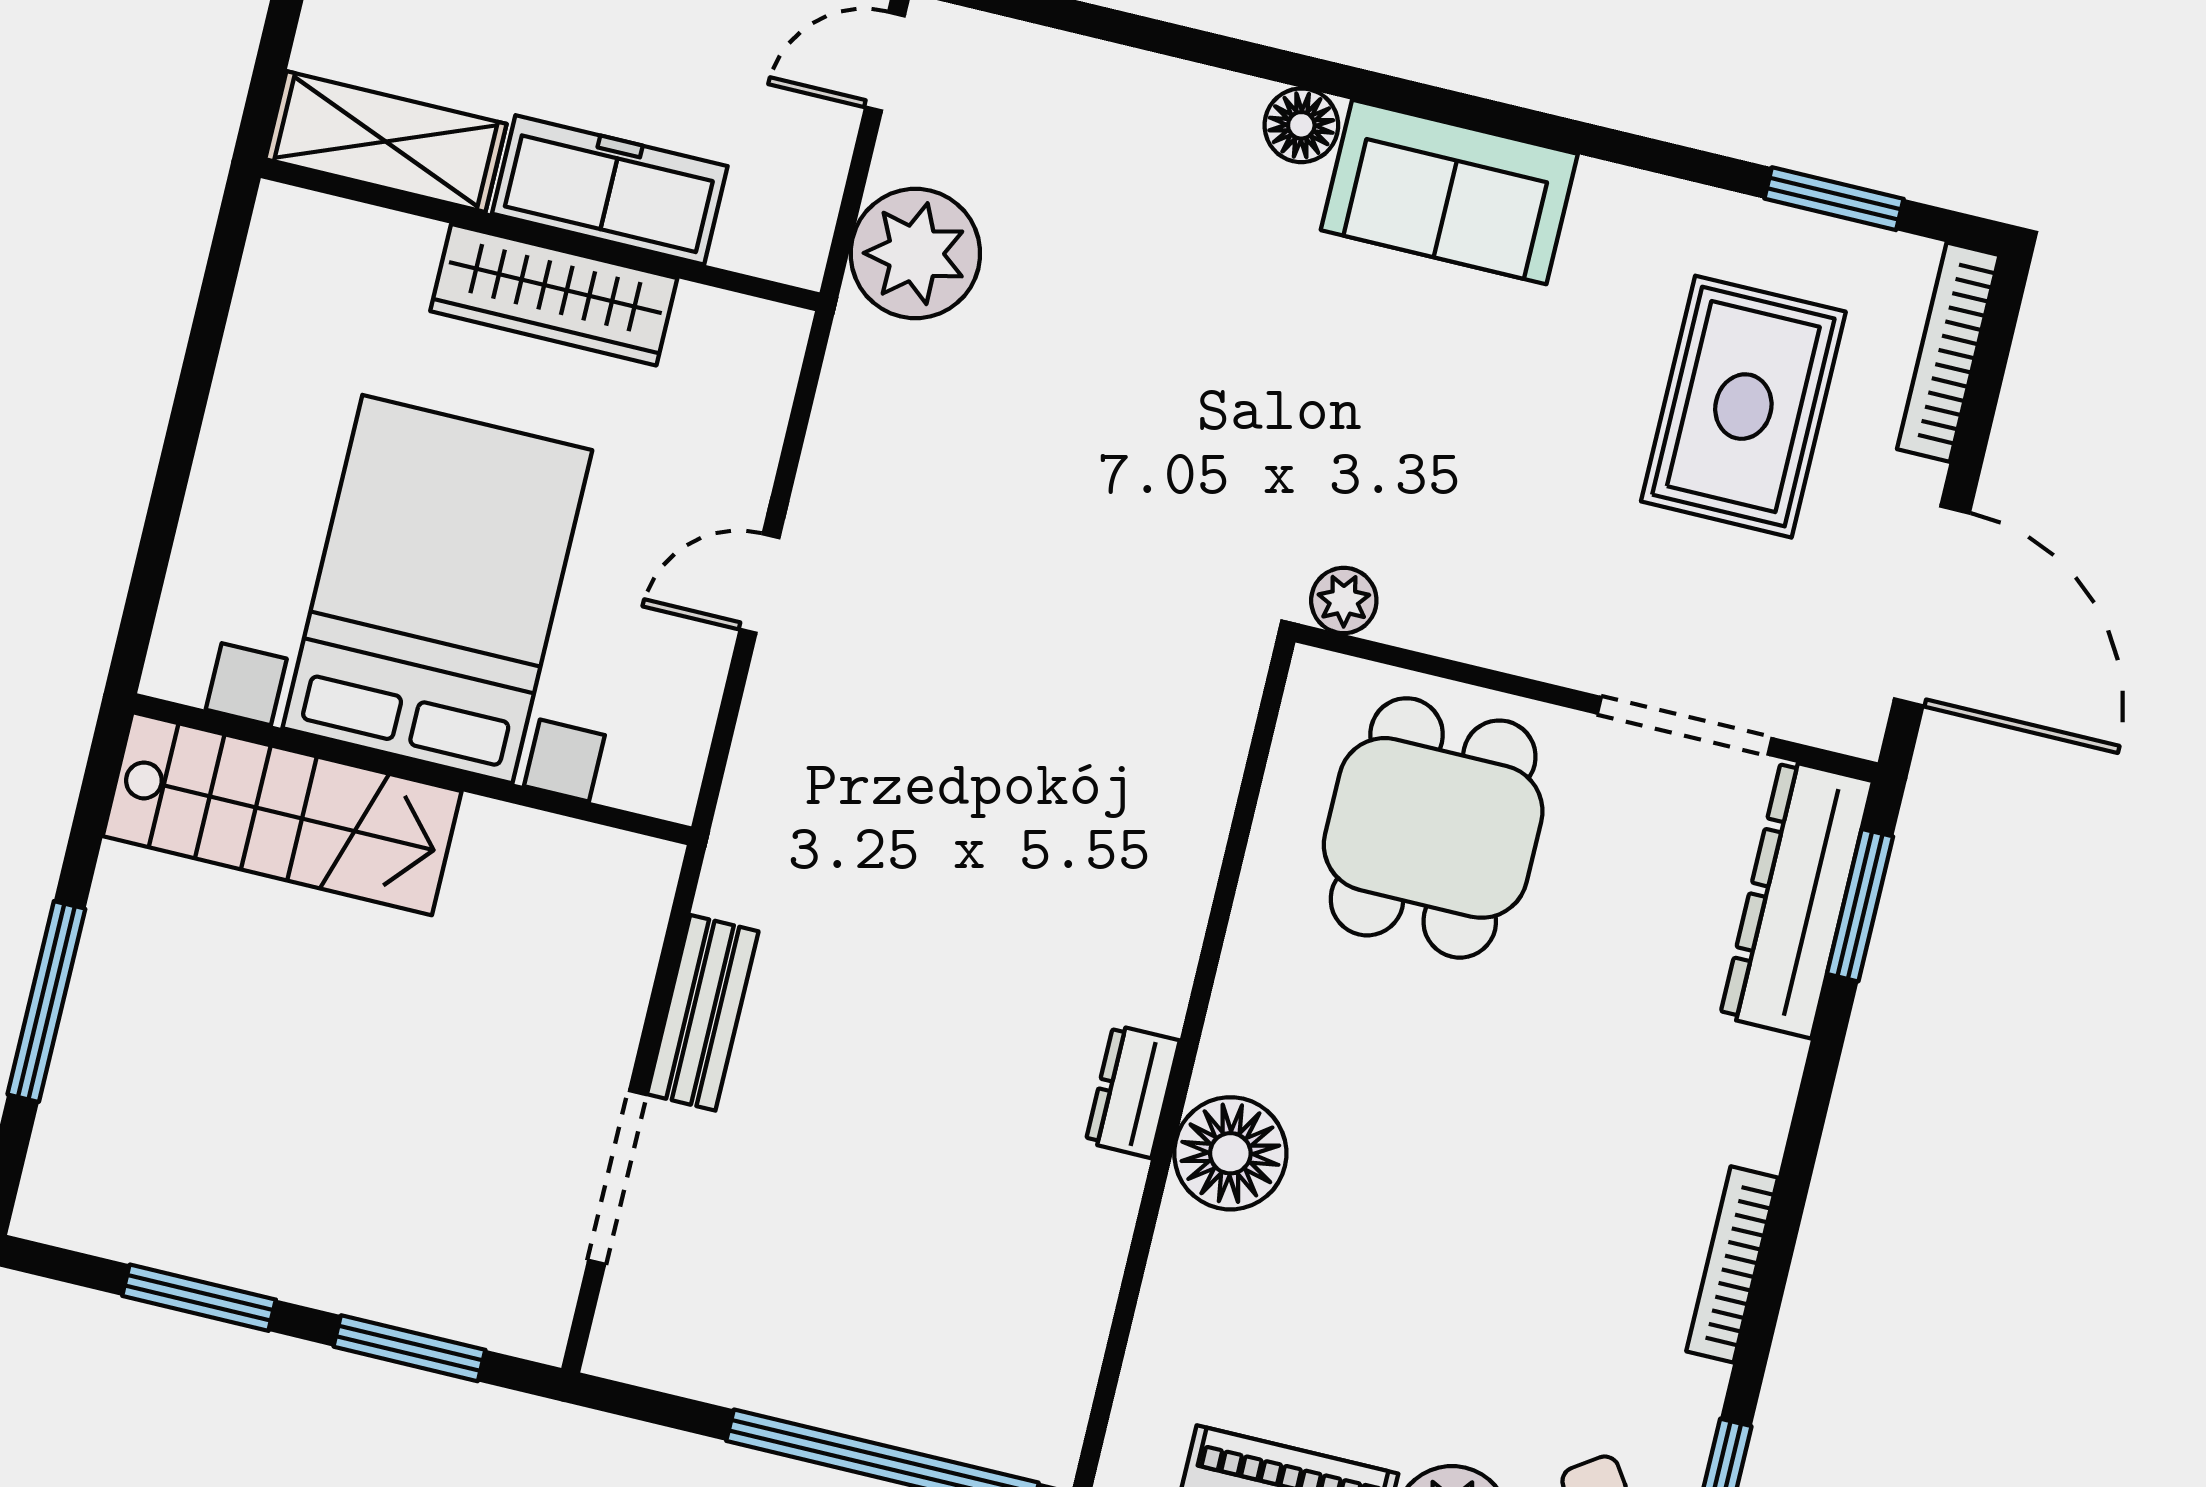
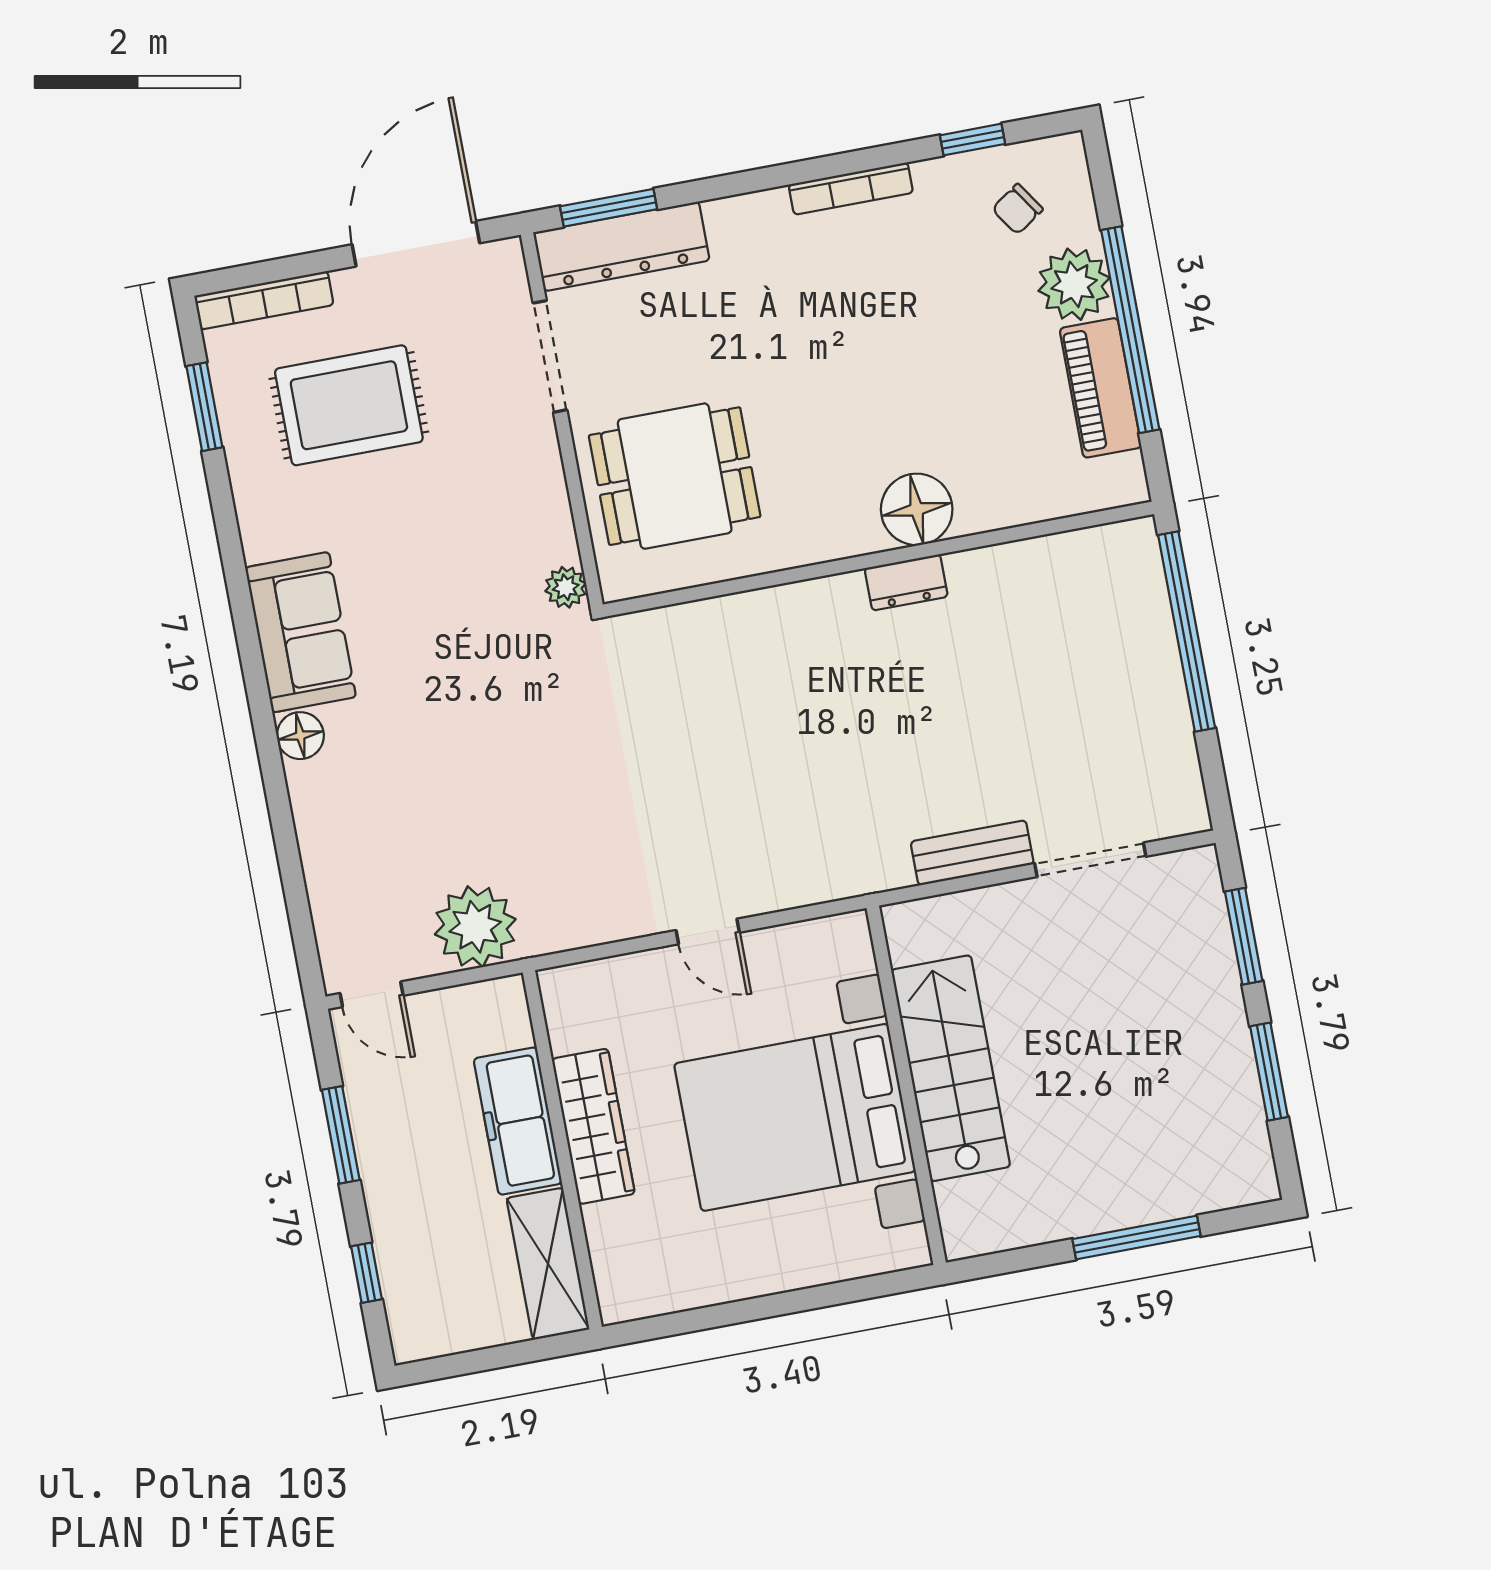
stairs: (282, 814) -> (951, 1068), moved

